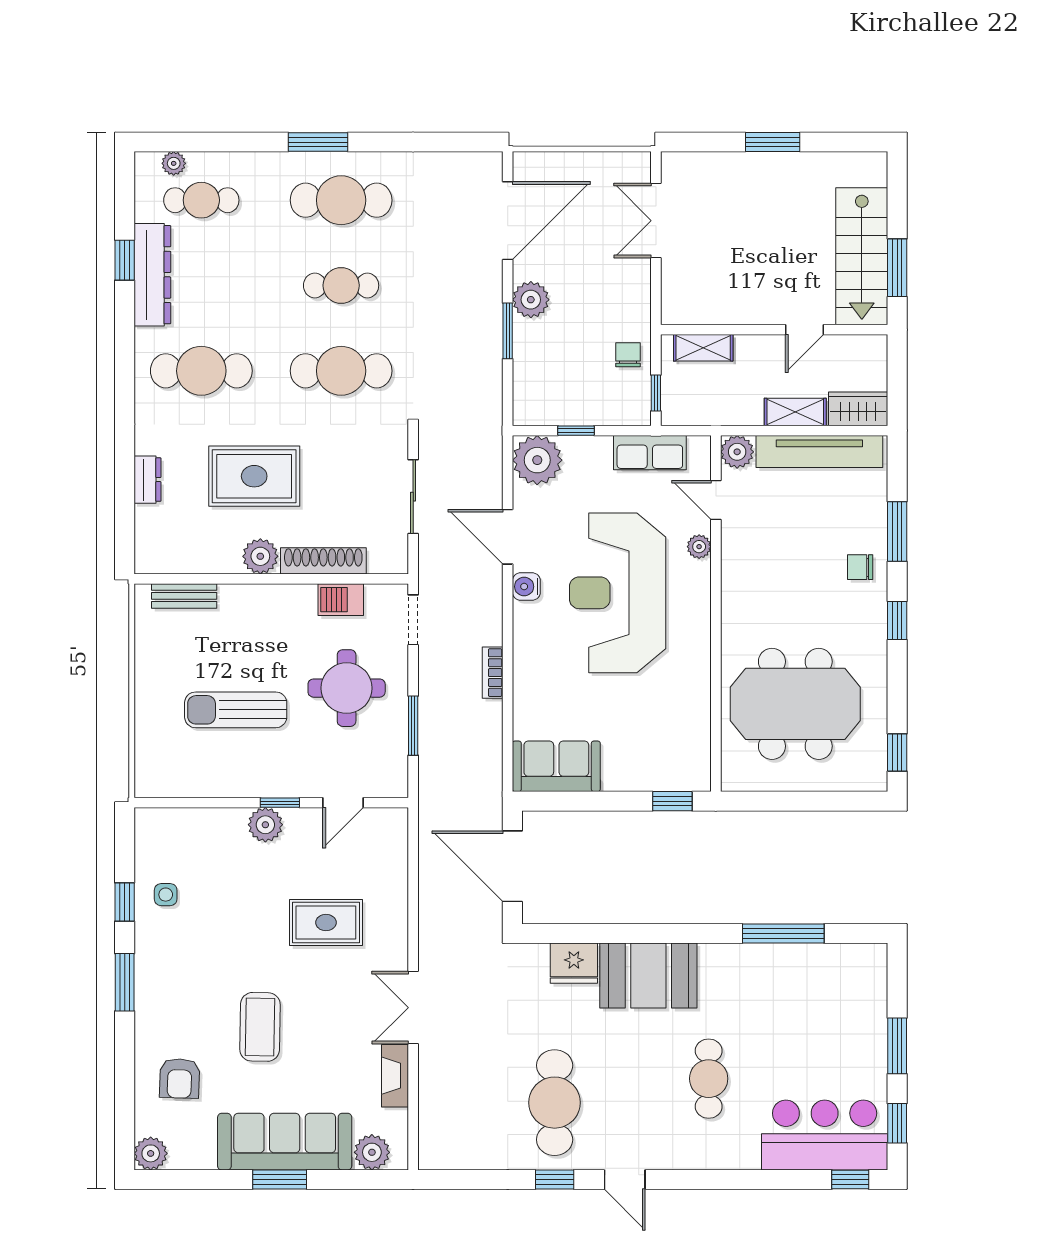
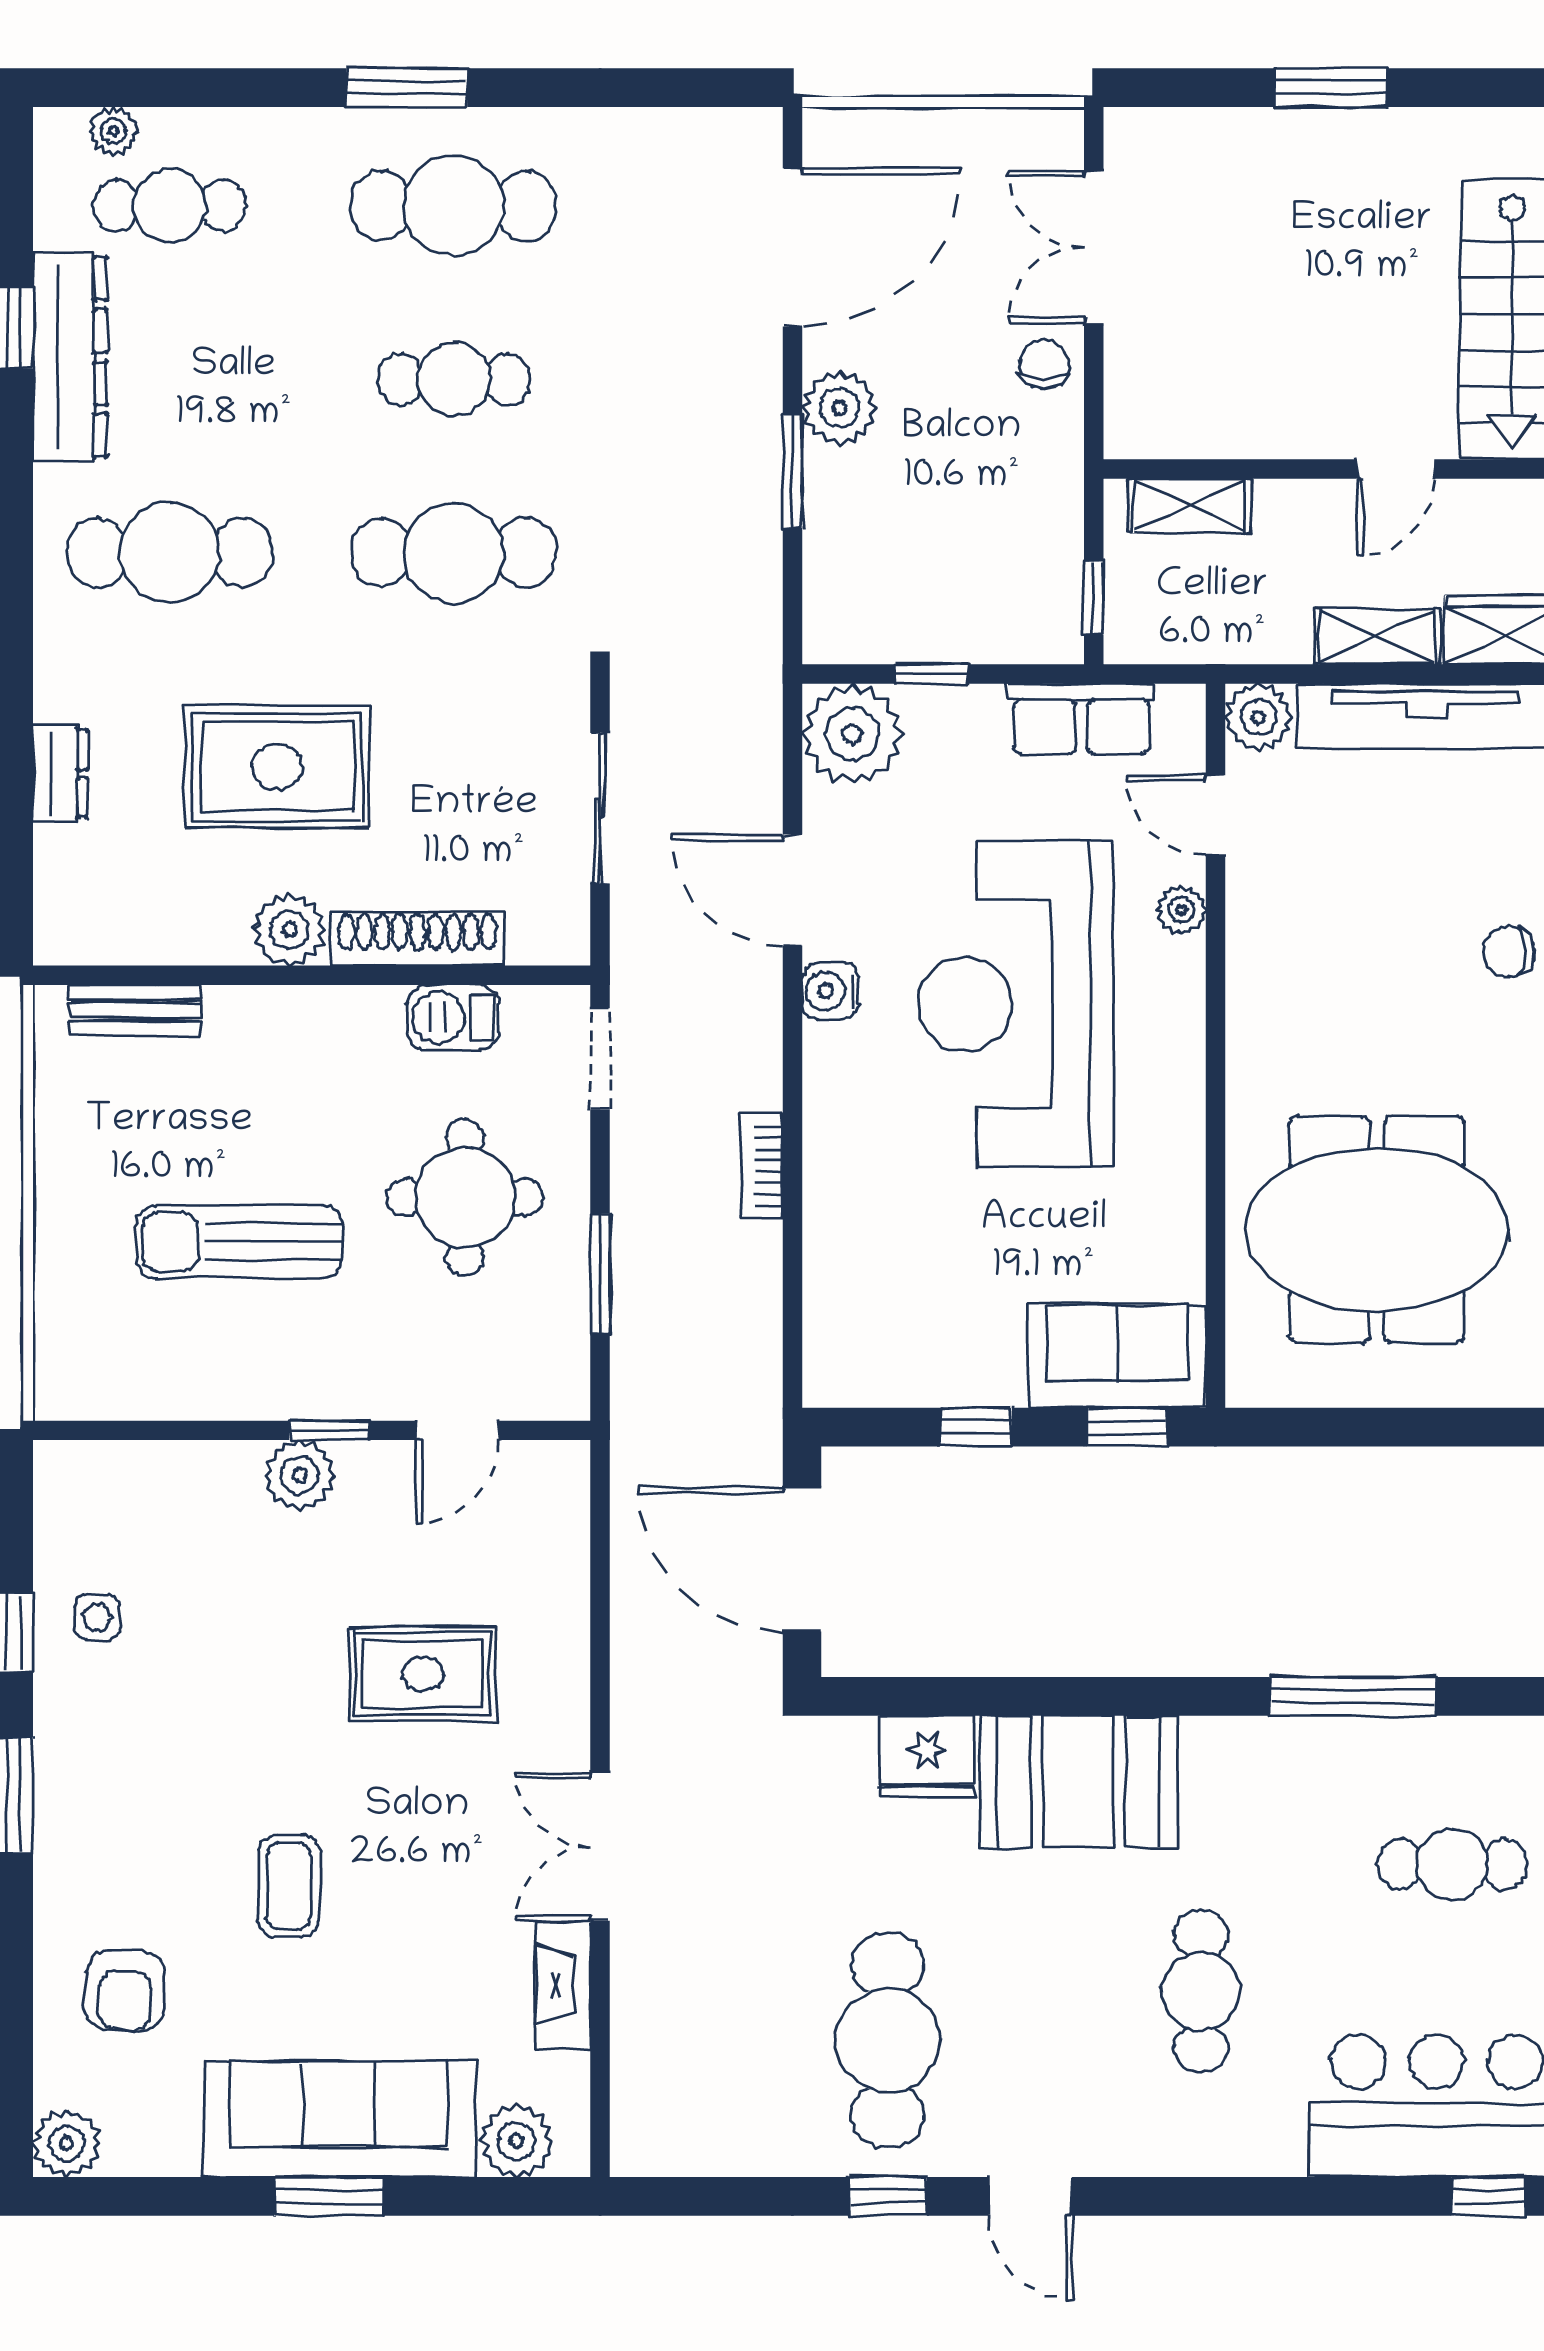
chair: (628, 355) -> (1044, 364), moved
sofa: (556, 766) -> (1117, 1356), moved
window: (598, 801) -> (976, 1427), added
cafe table: (832, 1016) -> (1452, 1864), added
coffee table: (260, 1027) -> (289, 1886), width x0.73, depth x0.77

